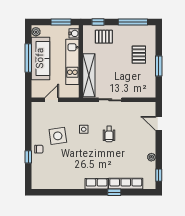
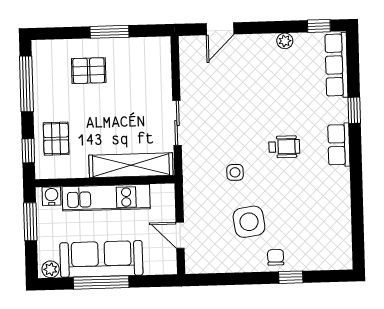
wheelchair: (109, 134) -> (284, 147), moved
row of seats: (126, 184) -> (336, 65), moved

